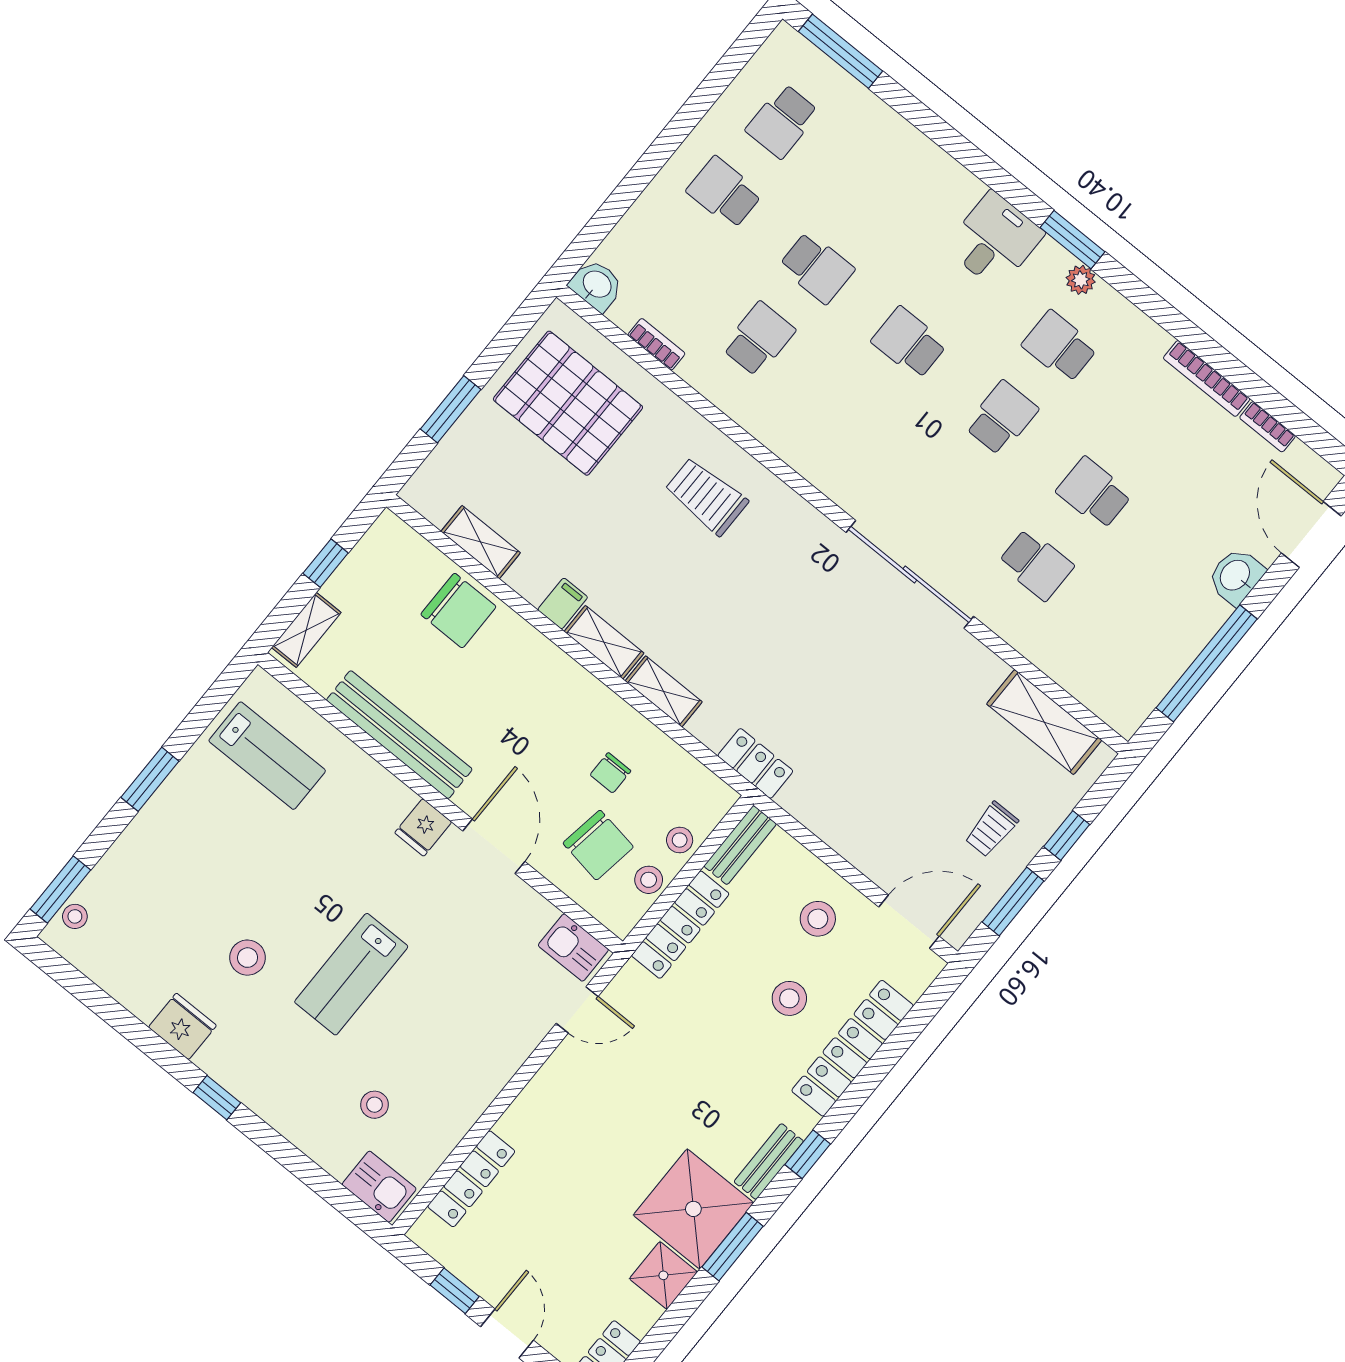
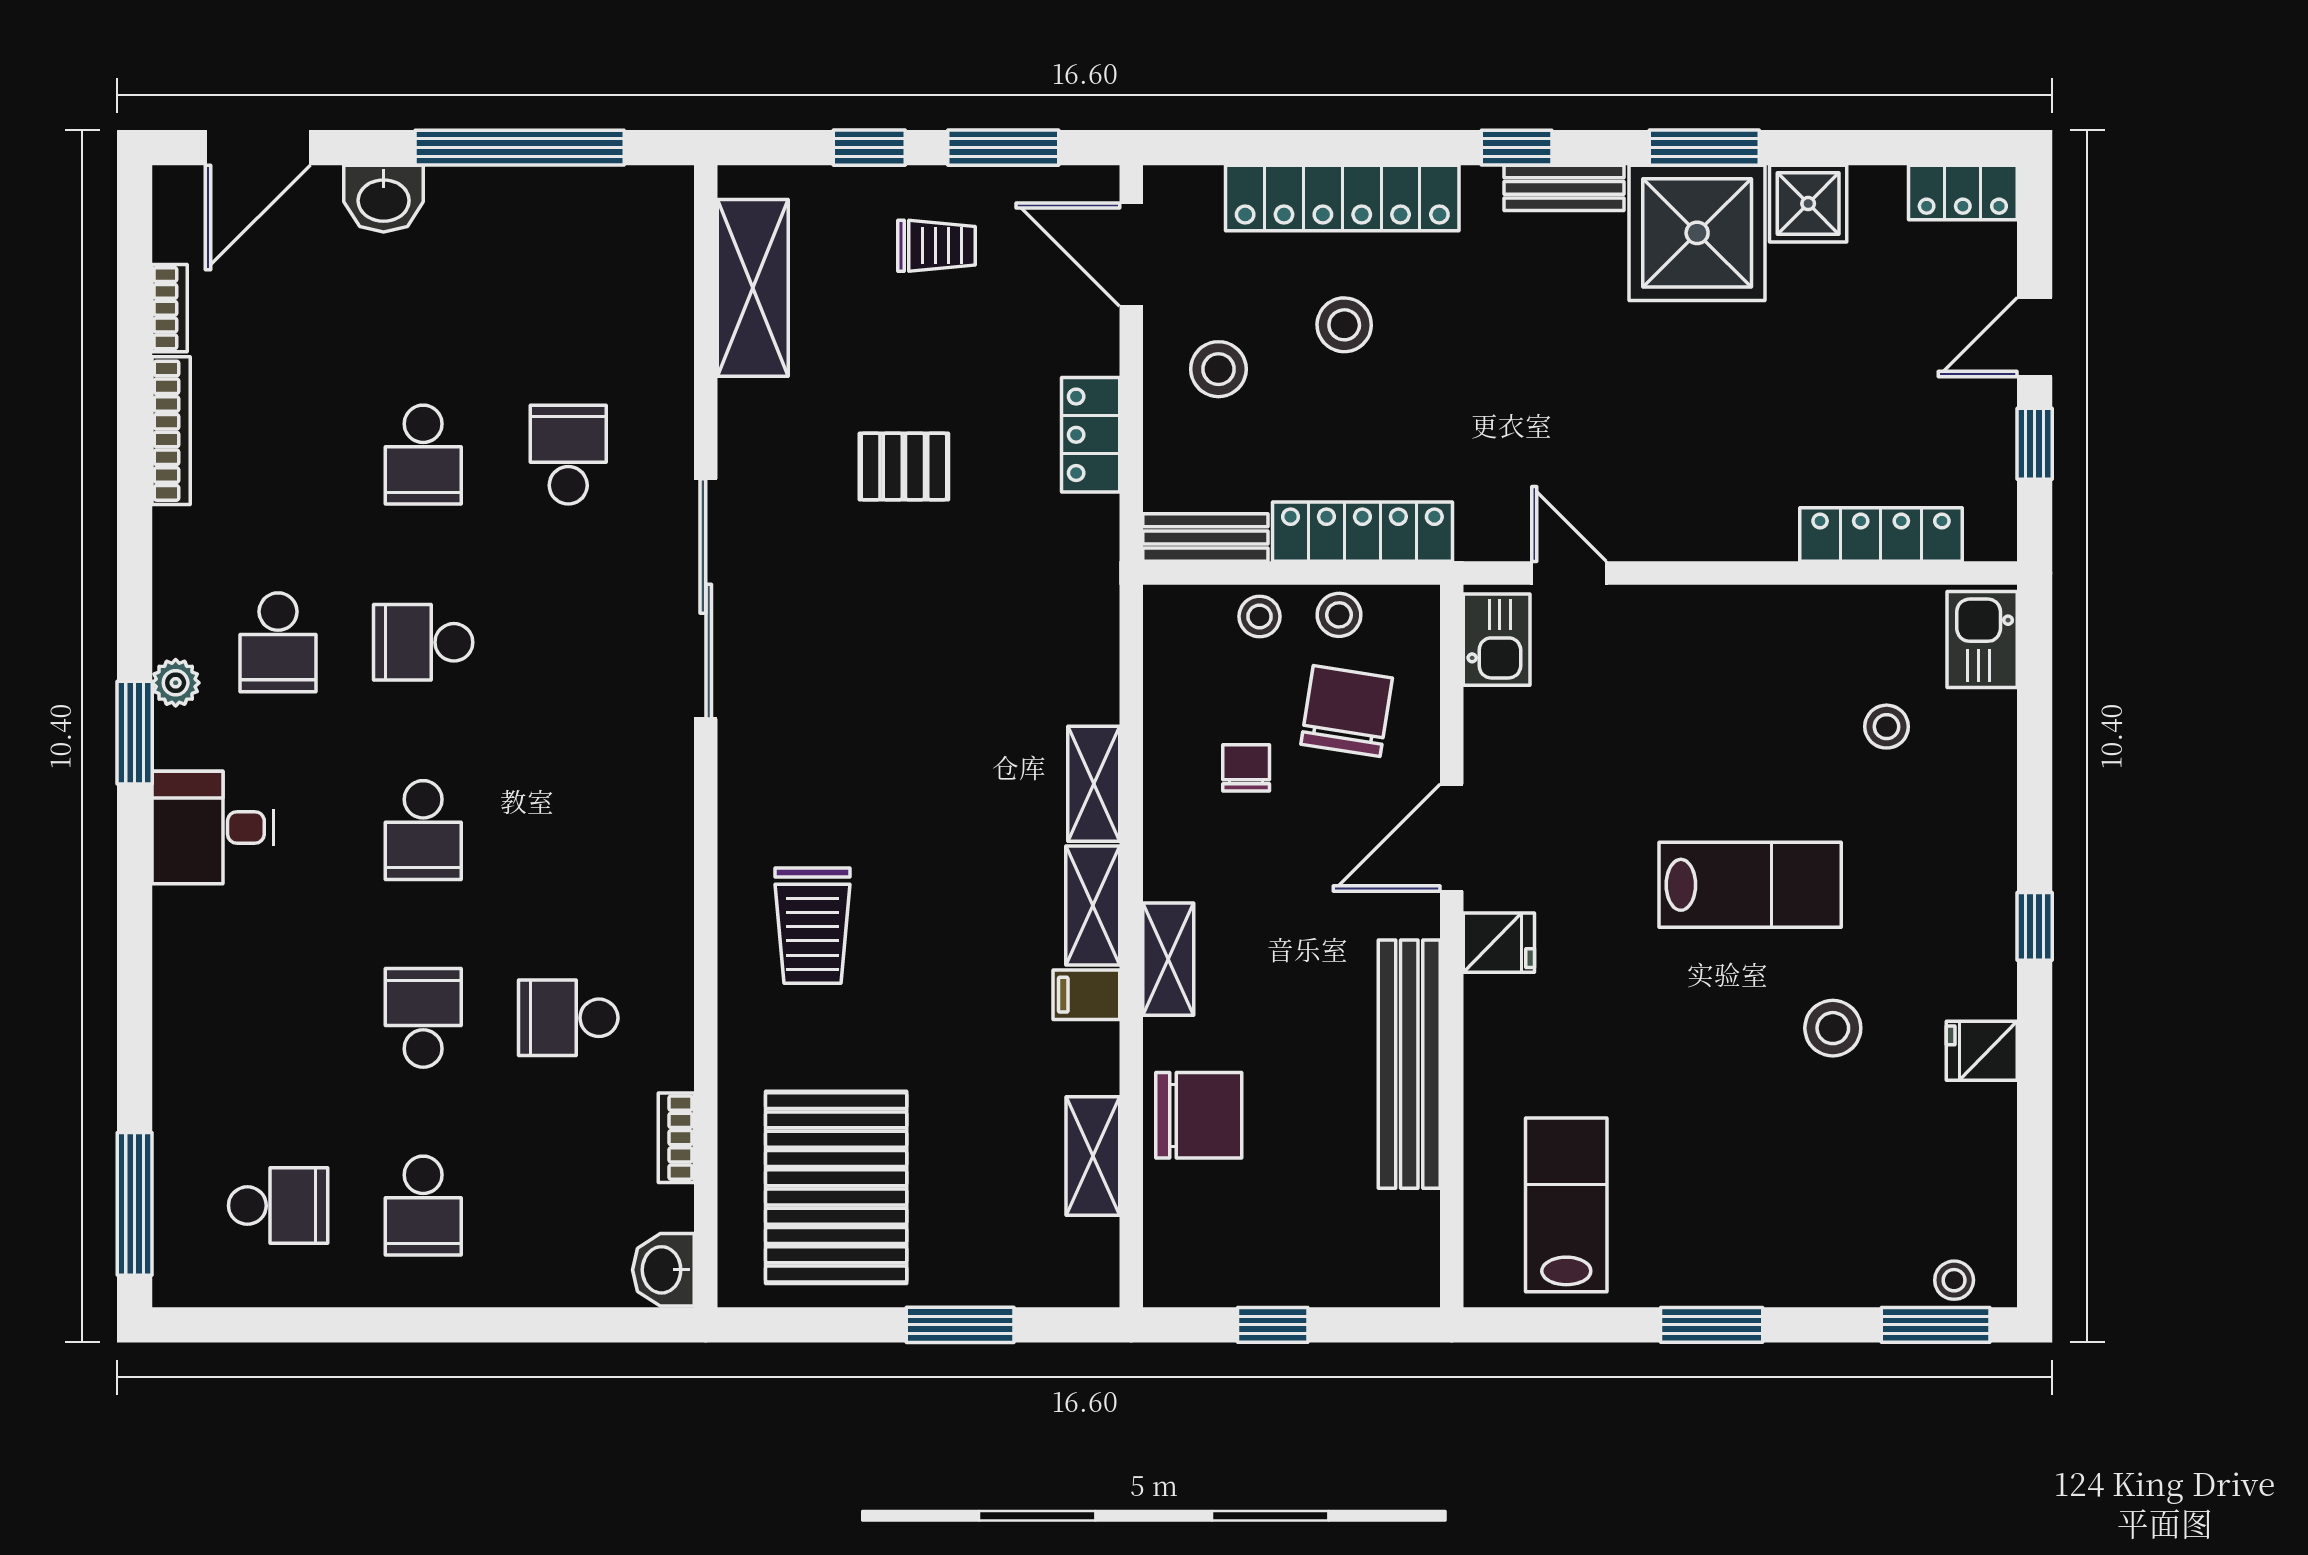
chair: (458, 611) -> (1199, 1115), turned 90
shelving: (306, 630) -> (1168, 959), moved, turned 90
pallet: (896, 725) -> (904, 466), added
locker: (755, 763) -> (1091, 435), moved
chair: (610, 773) -> (1246, 768), turned -90
fridge: (182, 1026) -> (1982, 1051), width x0.72

